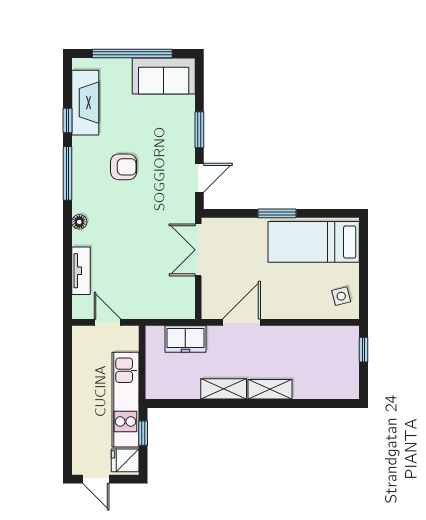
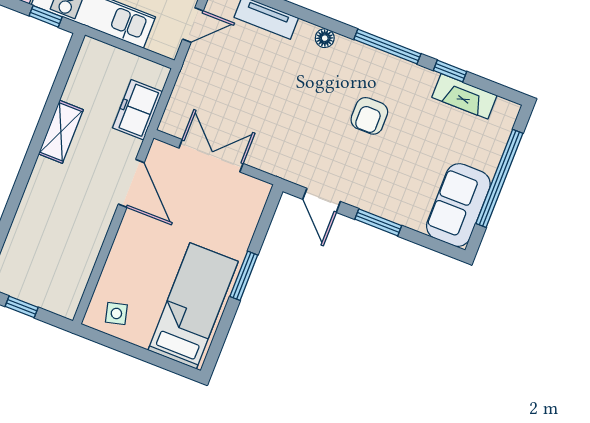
fireplace: (85, 103) -> (464, 96), width x0.73, depth x0.76
double door: (198, 250) -> (211, 156), moved
window: (364, 350) -> (22, 307), moved
shelving: (270, 389) -> (39, 186), removed

